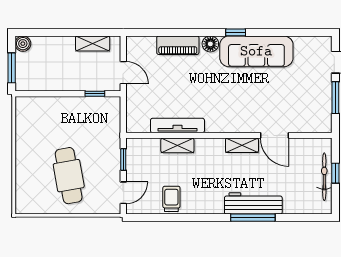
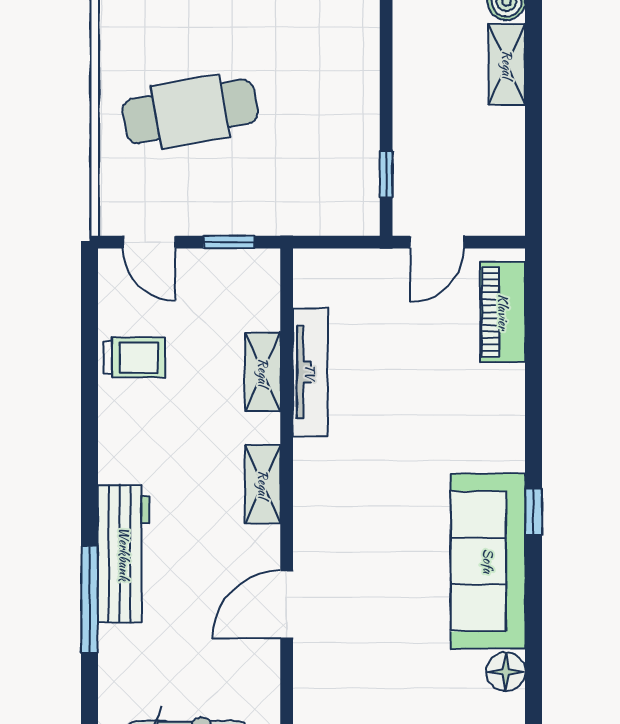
shelving: (93, 43) -> (507, 64), moved
floor lamp: (210, 44) -> (506, 672), moved
piano: (178, 45) -> (503, 312), moved
shelving: (242, 145) -> (263, 484), moved
window: (253, 218) -> (90, 599), moved

